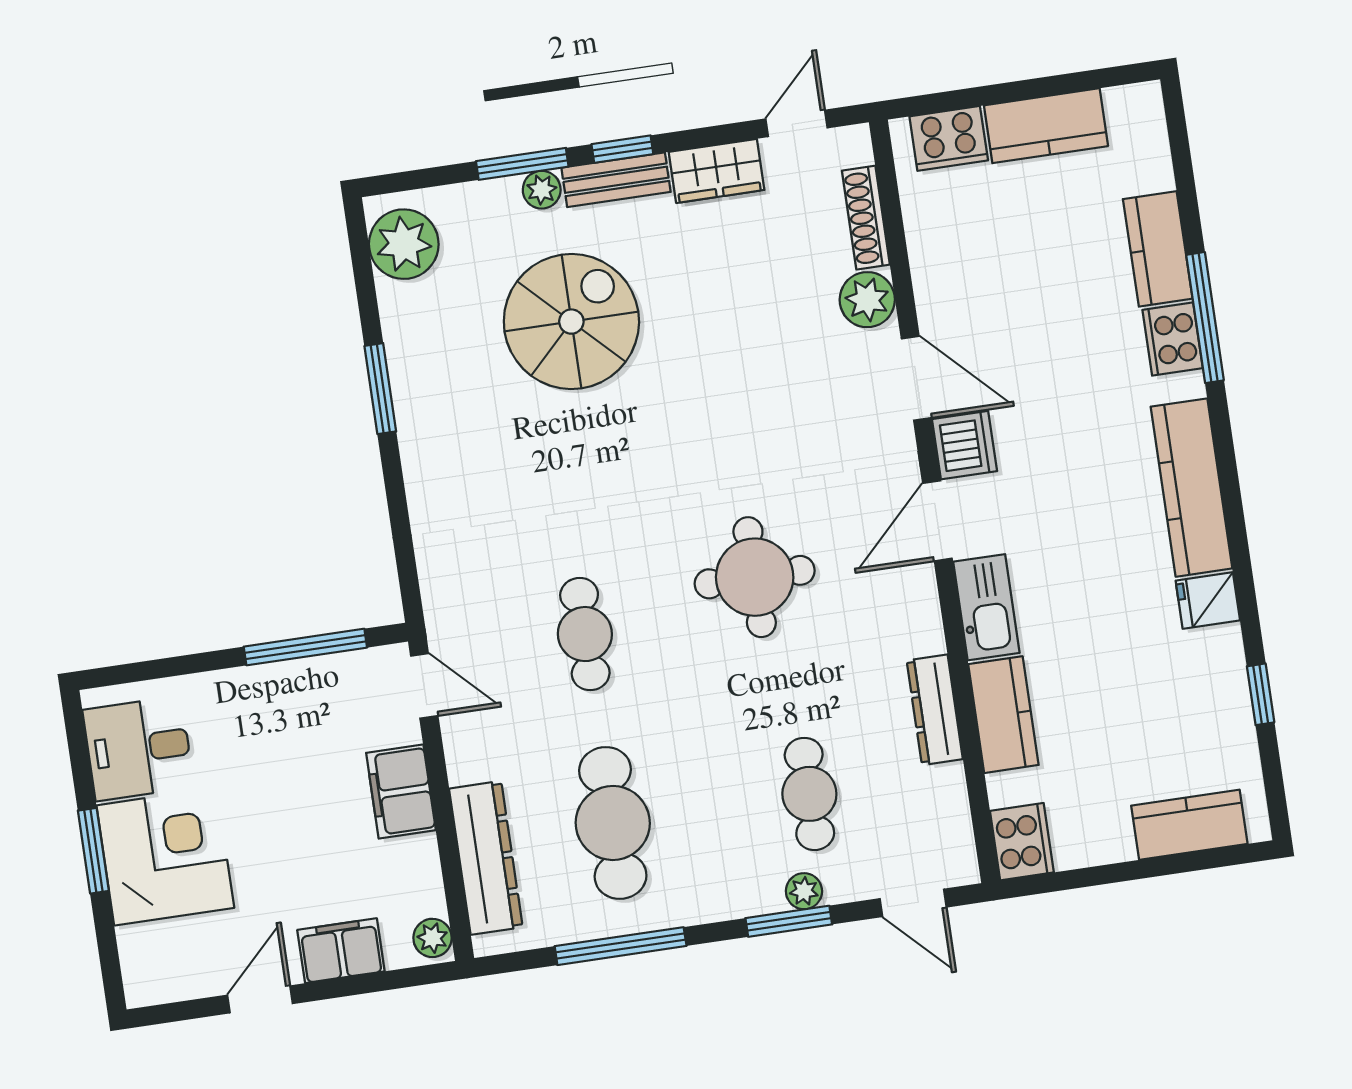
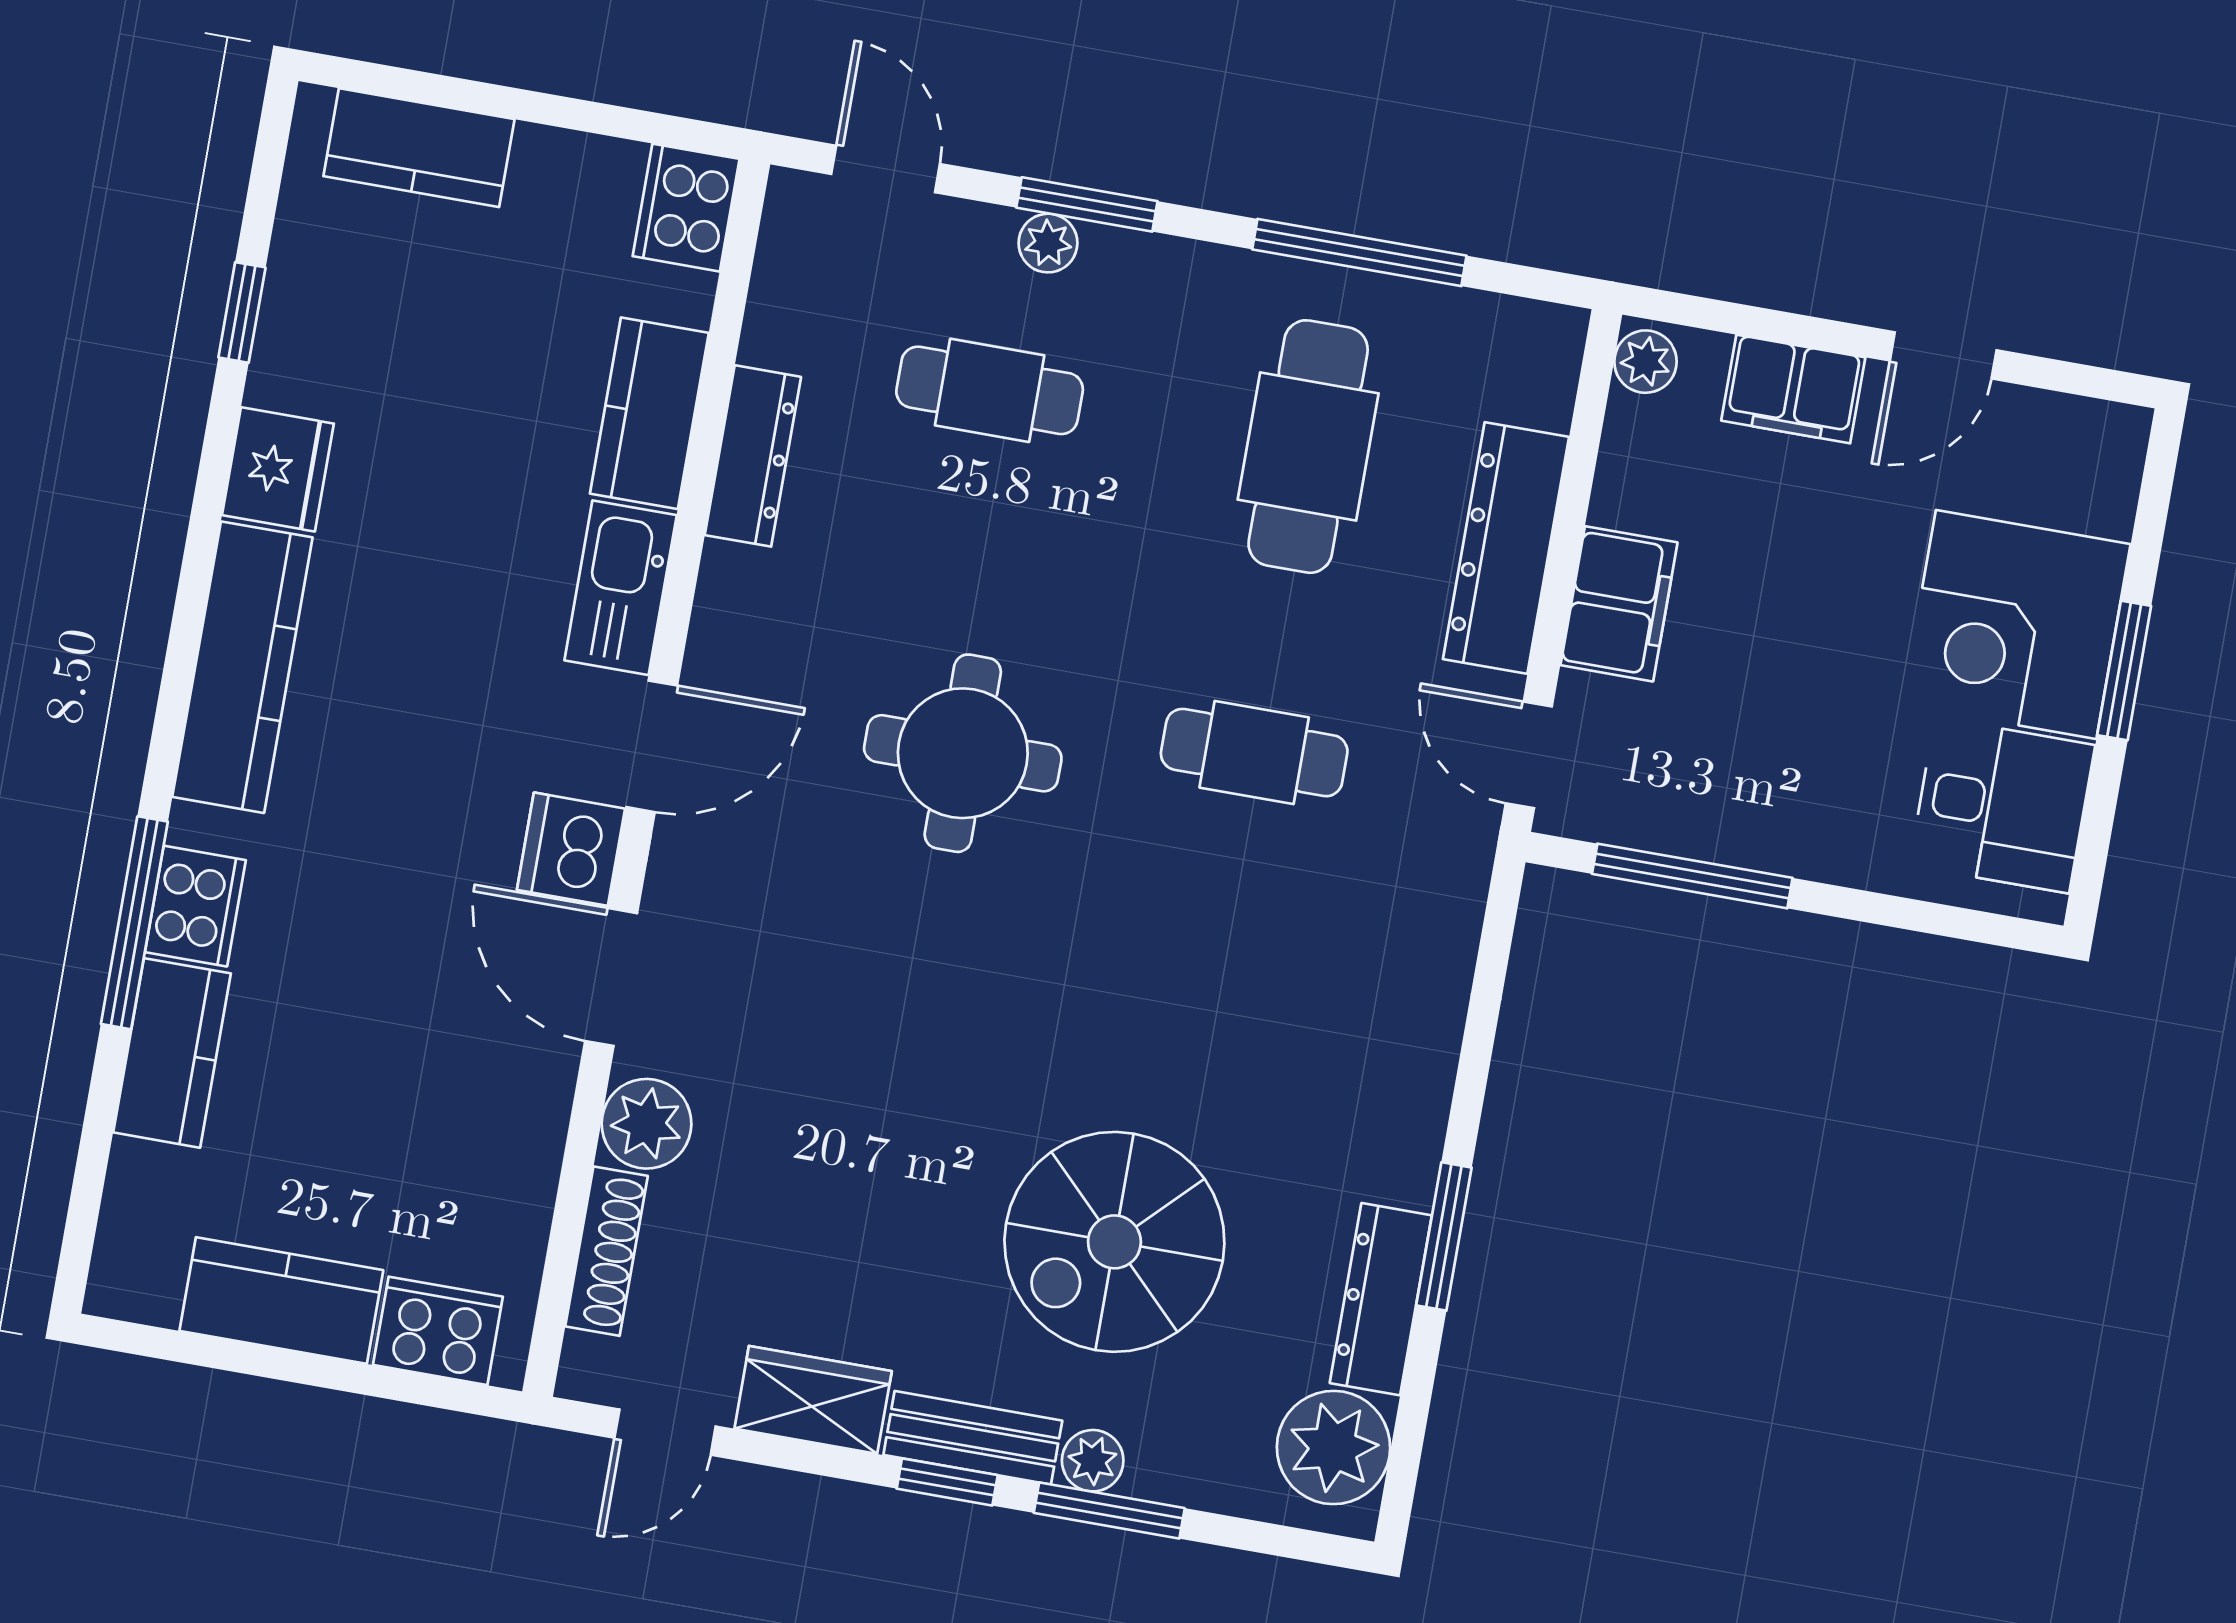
dresser: (405, 340) -> (1381, 1299), added
fridge: (1208, 601) -> (278, 469), width x1.38
cafe table: (585, 634) -> (1254, 753), turned 90
cafe table: (809, 794) -> (990, 390), turned 90
dresser: (486, 858) -> (1506, 548), moved

